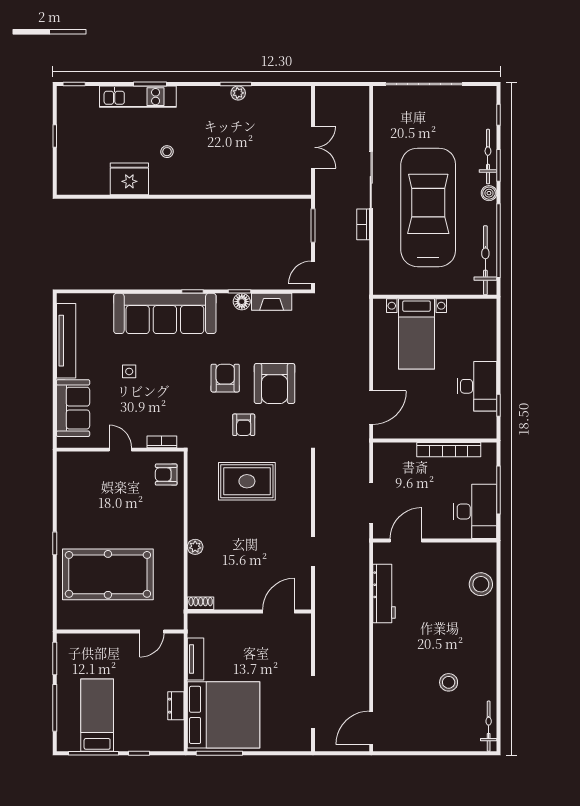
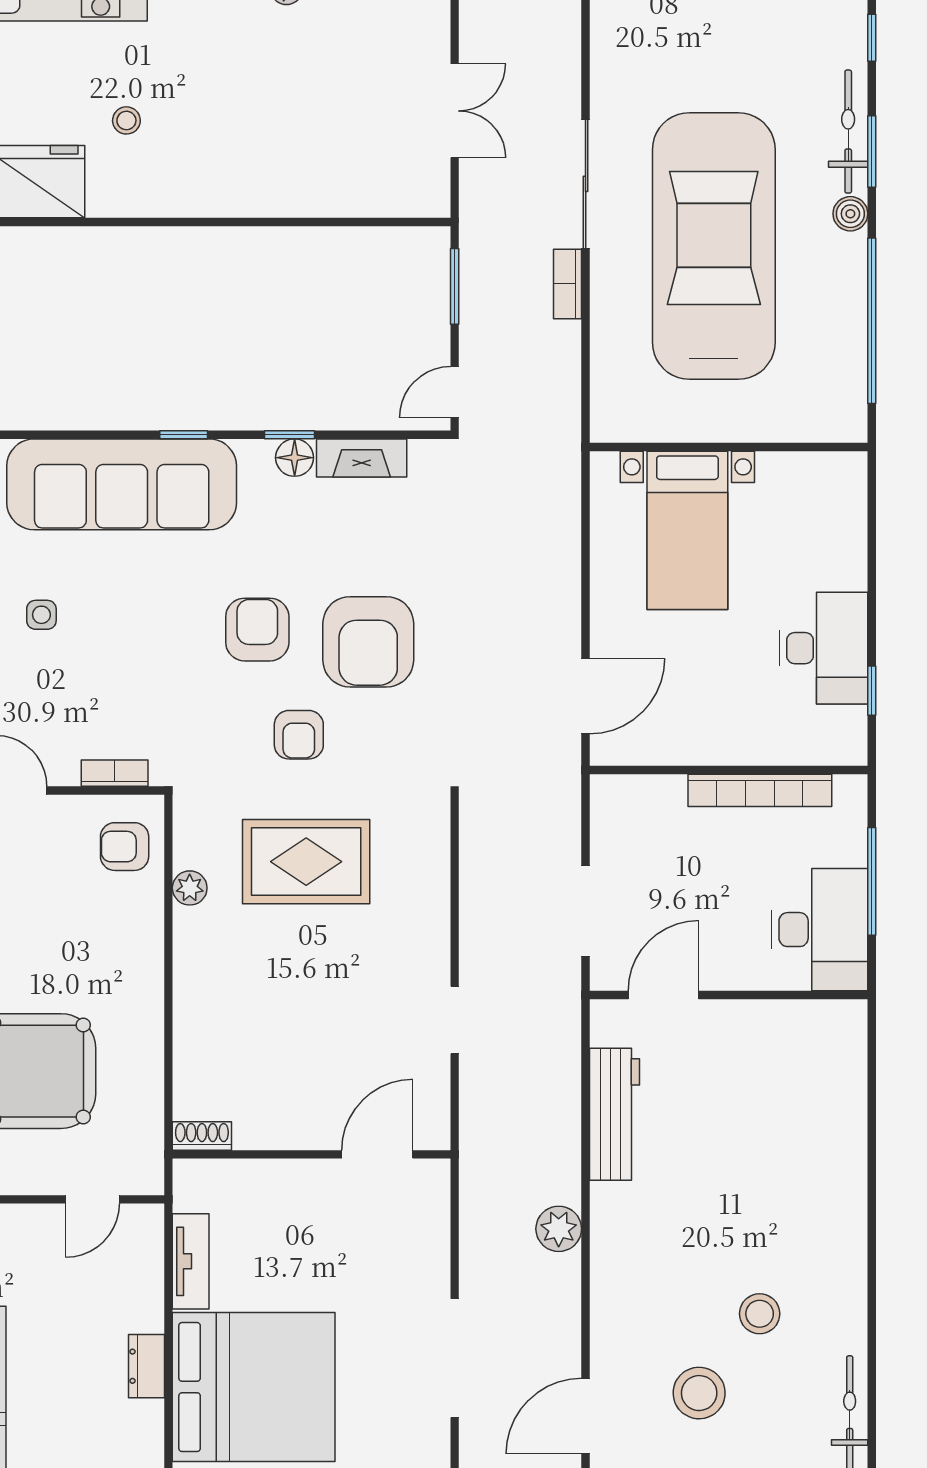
bicycle: (485, 260) -> (842, 365), removed
plant: (195, 547) -> (190, 888), moved
stool: (481, 584) -> (699, 1393), moved
plant: (359, 645) -> (559, 1229), added

